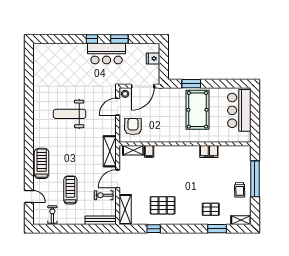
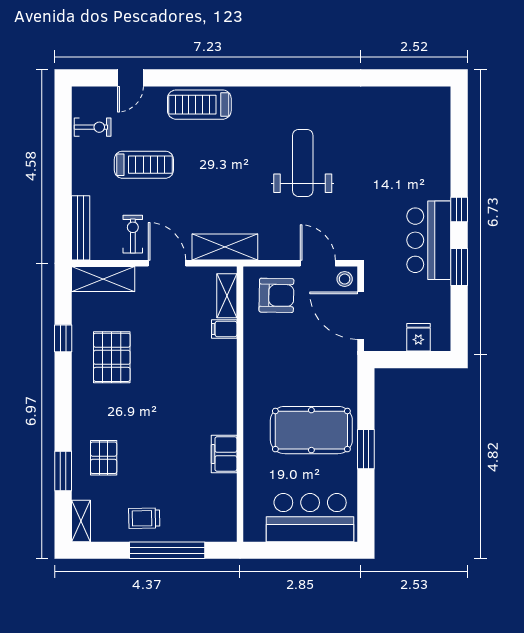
window: (191, 84) -> (366, 449), moved
treadmill: (42, 163) -> (199, 105), turned 180

